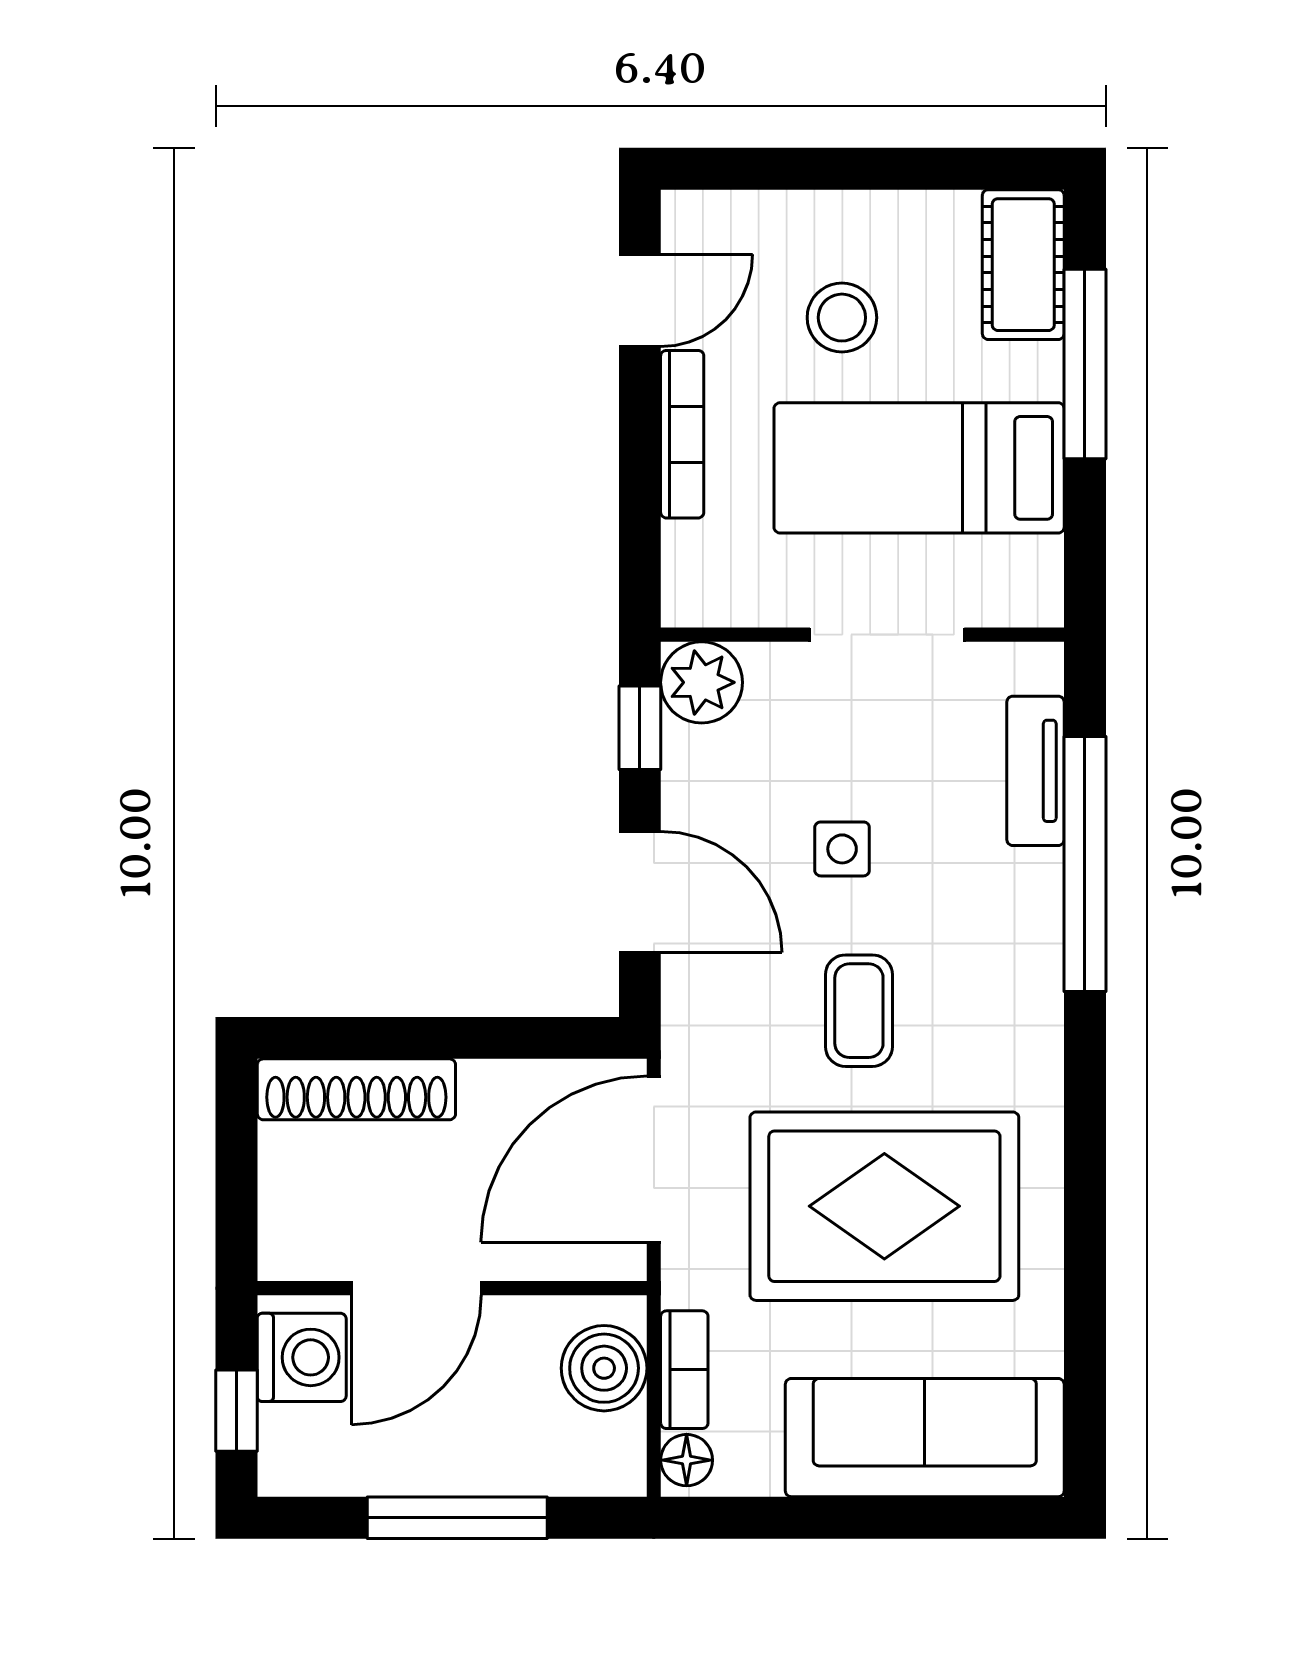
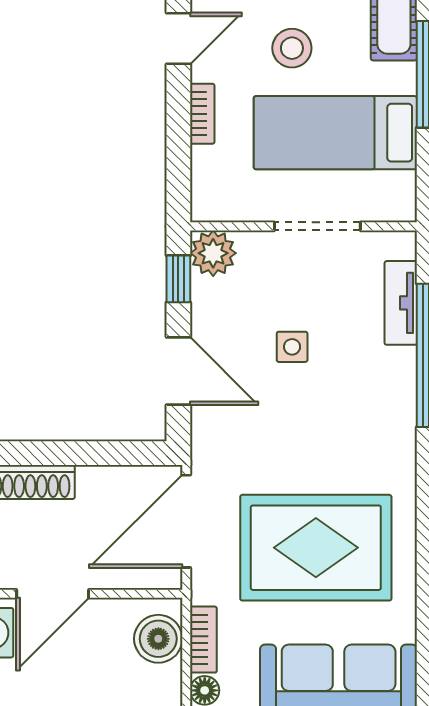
bookcase: (682, 434) -> (202, 114), width x0.64
coffee table: (859, 1011) -> (302, 438), removed

